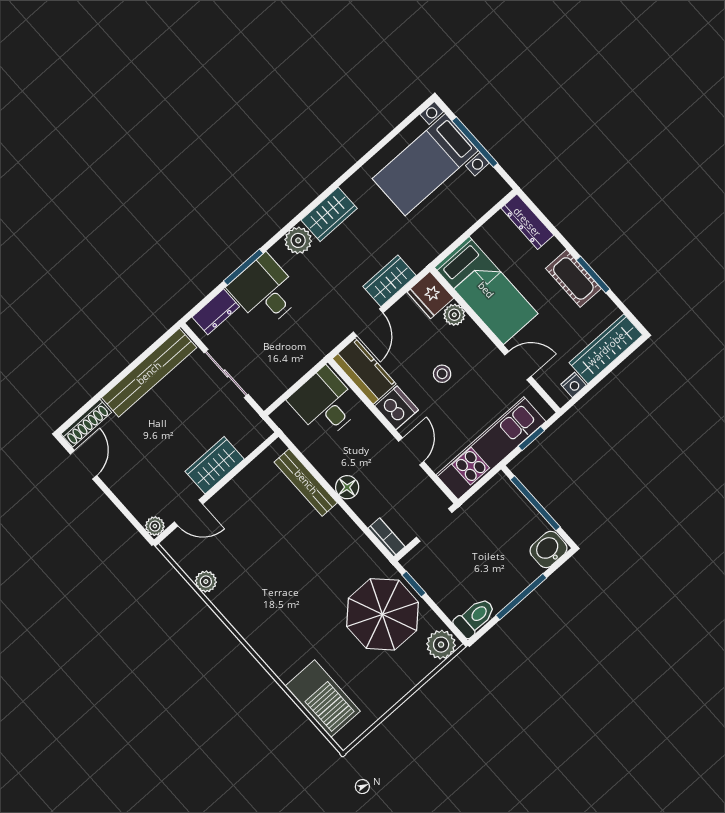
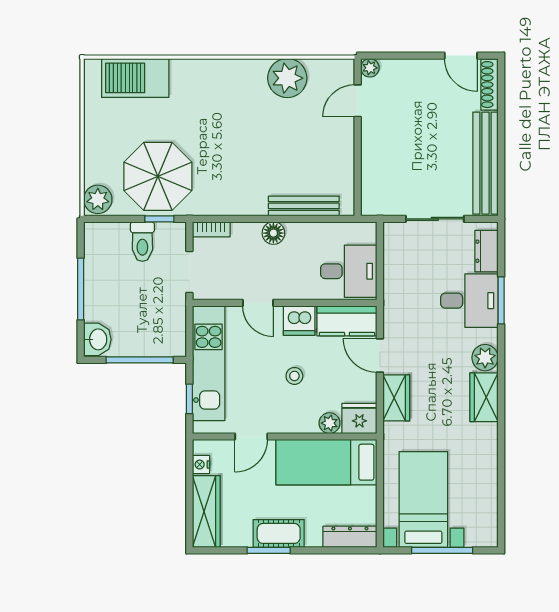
bed with nightstands: (425, 165) -> (423, 499), moved
wardrobe: (215, 465) -> (375, 151), removed
plant: (206, 581) -> (287, 78), width x1.88, depth x1.88
toilet: (475, 617) -> (142, 242), moved

